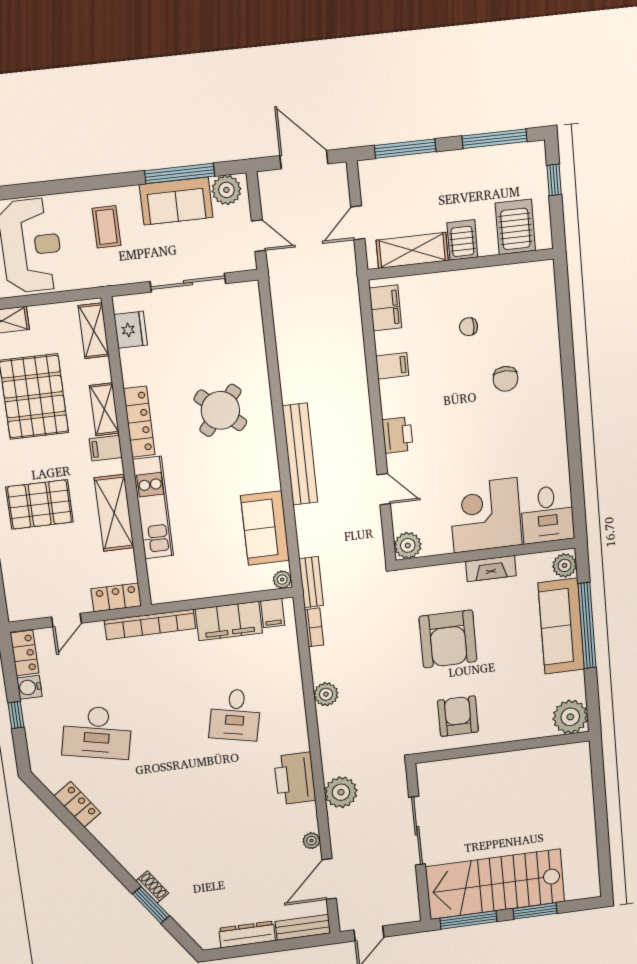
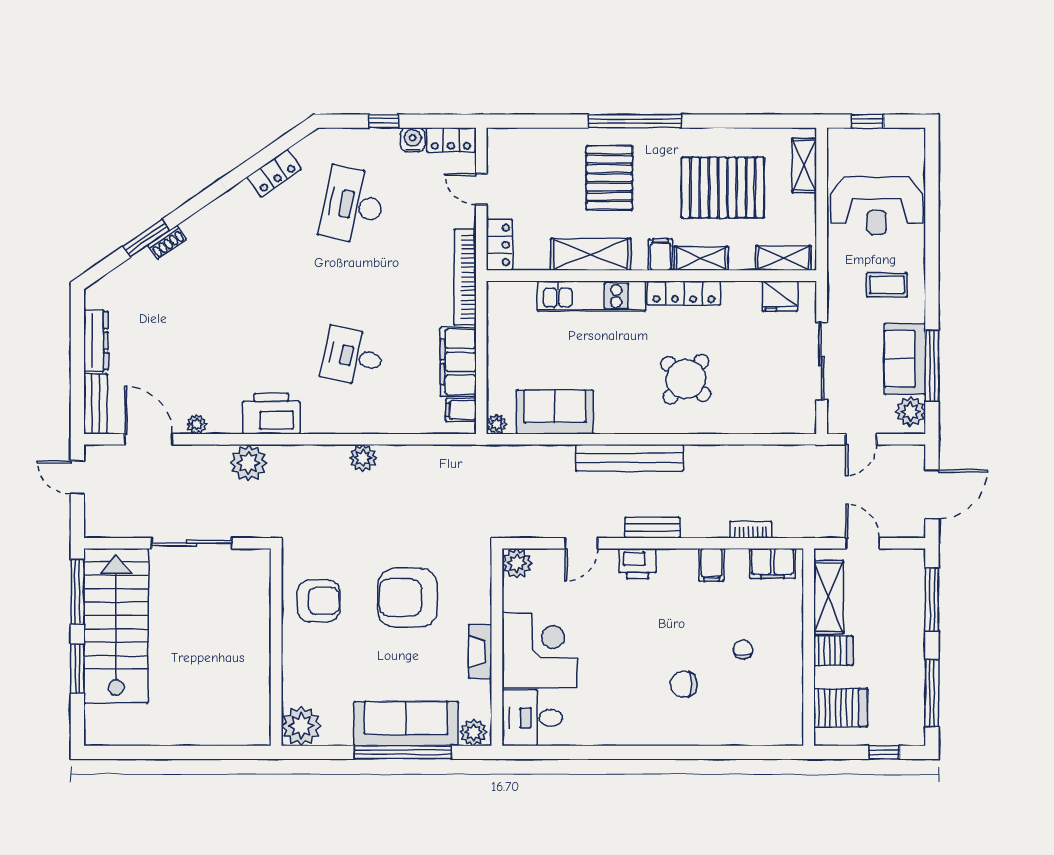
bench: (311, 582) -> (652, 528), moved
bookcase: (314, 627) -> (751, 530), moved, turned 180

